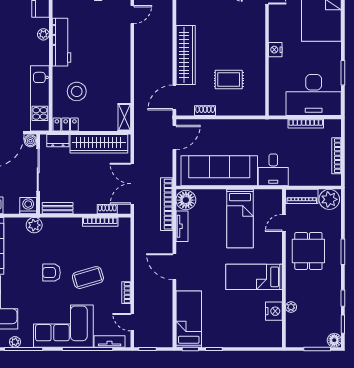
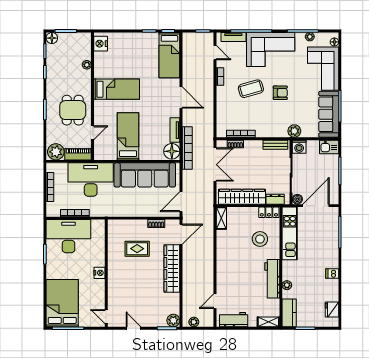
desk: (273, 170) -> (91, 180), width x1.87, depth x1.30
nightstand: (274, 311) -> (101, 44), moved

